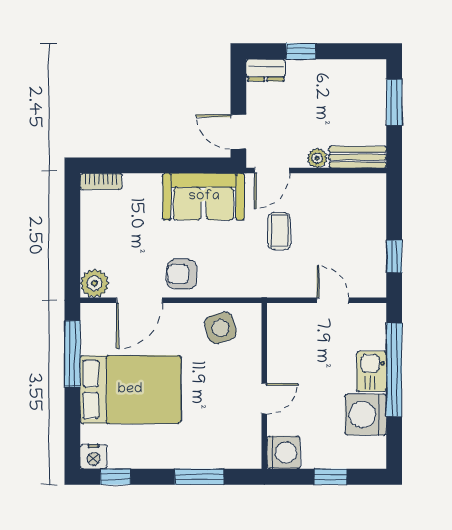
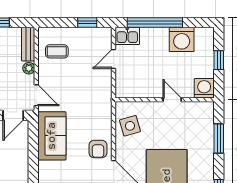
coffee table: (279, 231) -> (57, 51), moved
kitchen sink: (371, 371) -> (127, 36), moved

